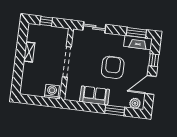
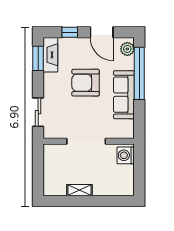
window: (46, 21) -> (38, 174), removed
sofa: (95, 96) -> (124, 95), width x1.36
window: (115, 110) -> (139, 73), width x2.11

